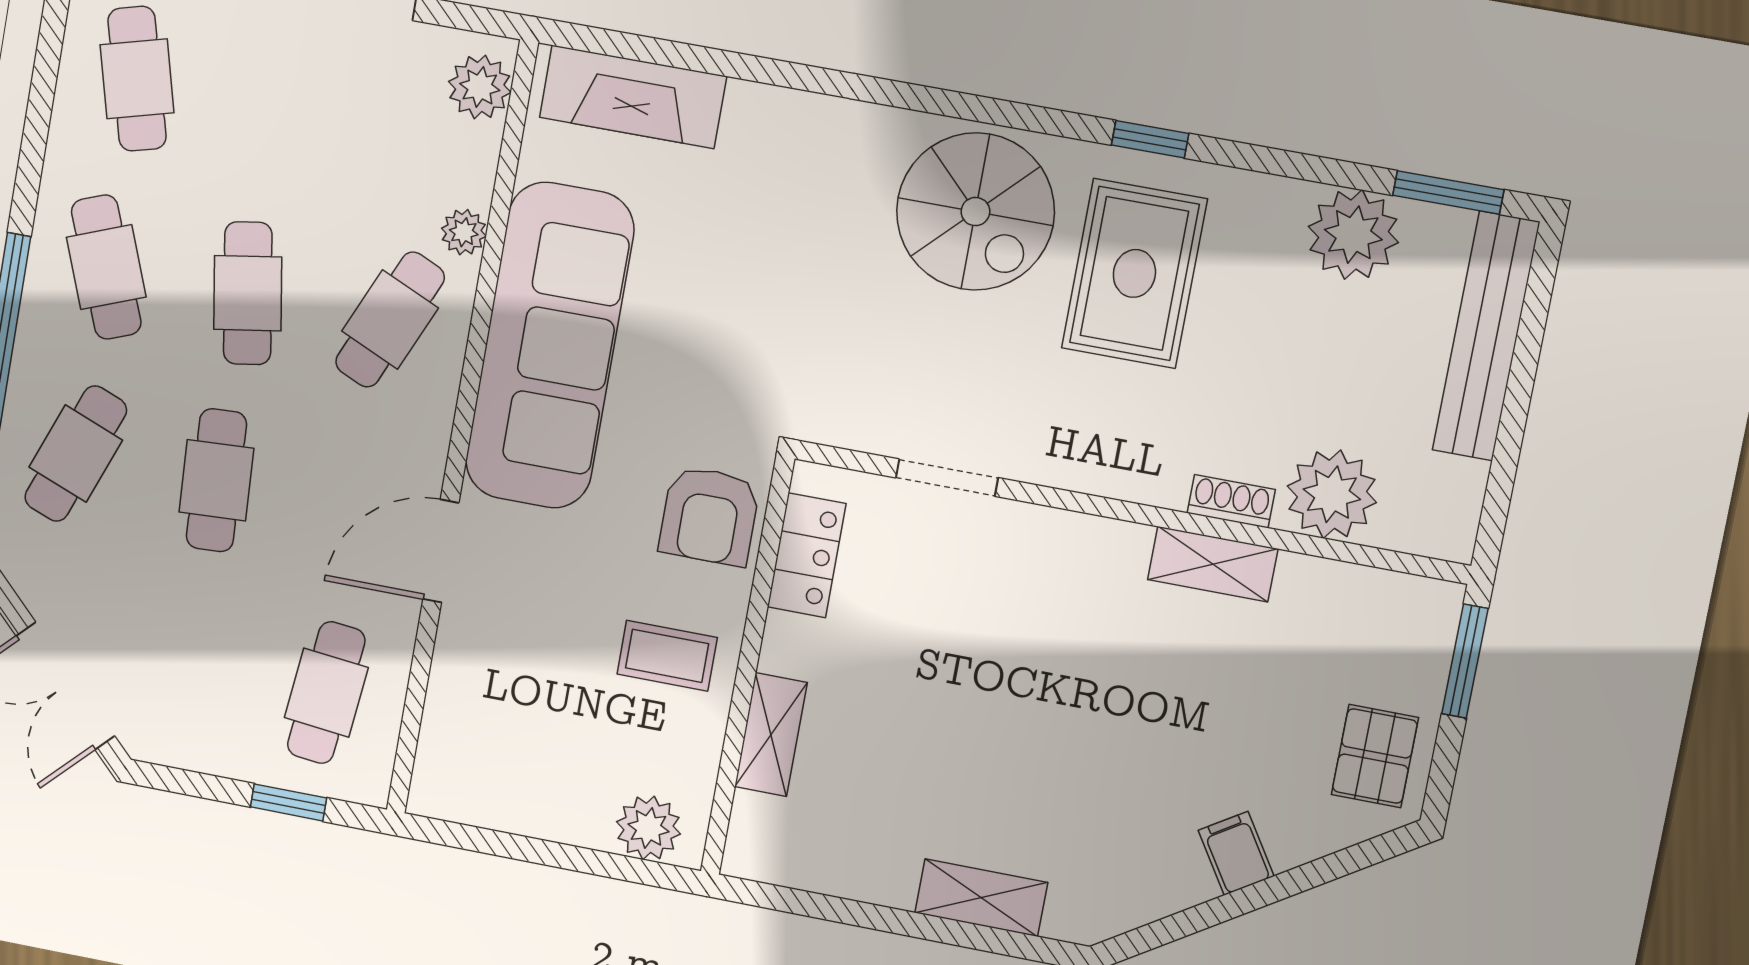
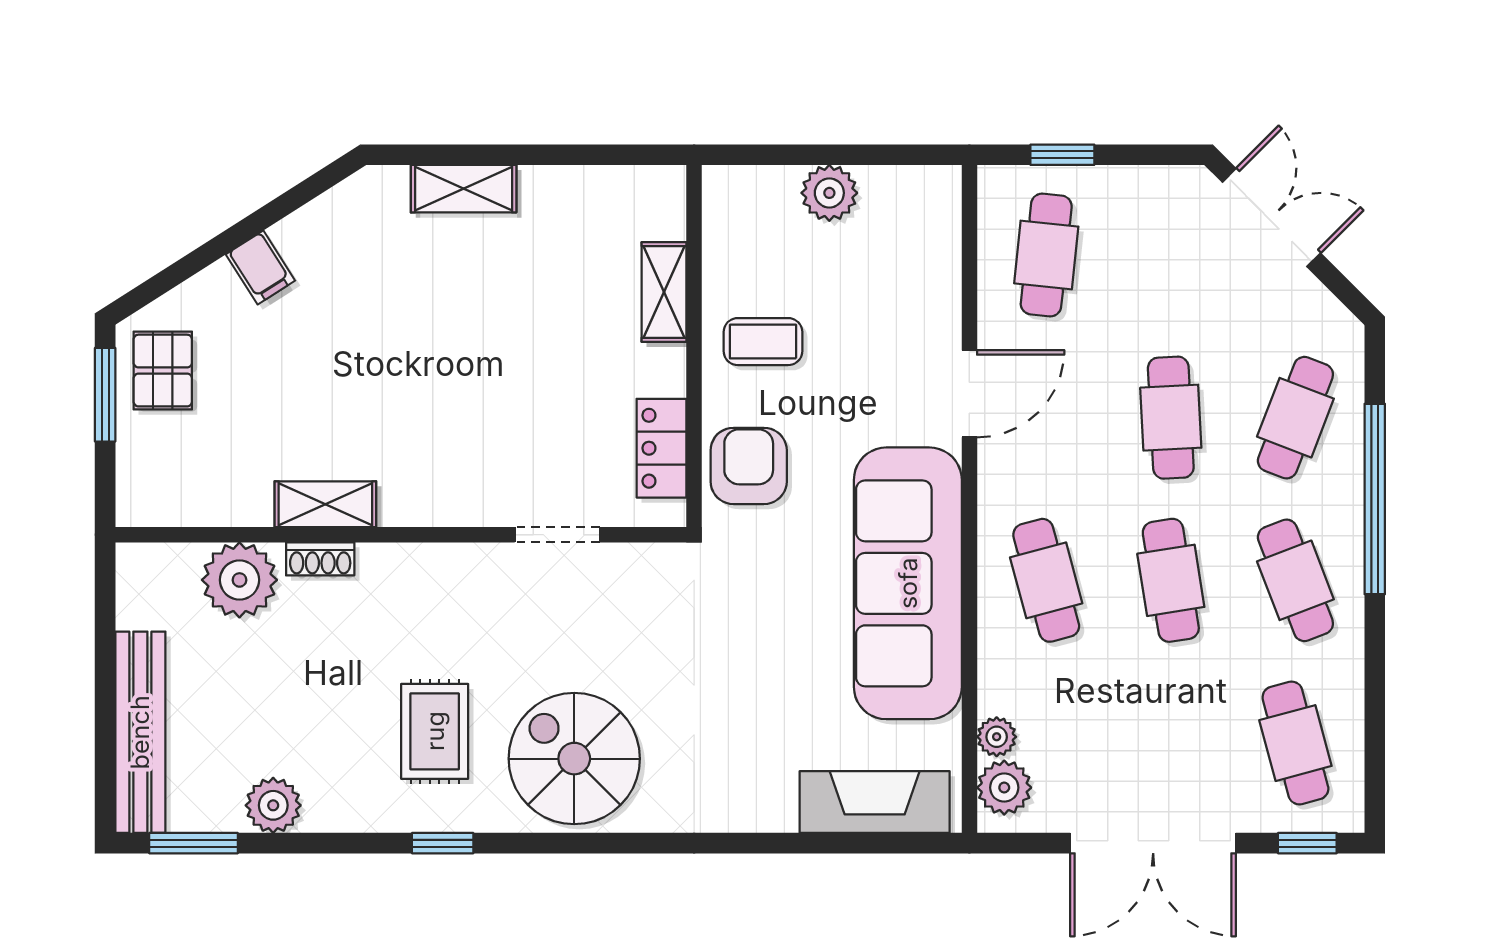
plant: (464, 232) -> (997, 737), moved
plant: (1353, 235) -> (273, 805), width x0.73, depth x0.73
rug: (1134, 273) -> (435, 731), width x0.73, depth x0.70
cafe table: (390, 320) -> (1046, 580), turned -39
window: (1465, 661) -> (105, 395), moved
plant: (649, 828) -> (829, 193), moved

